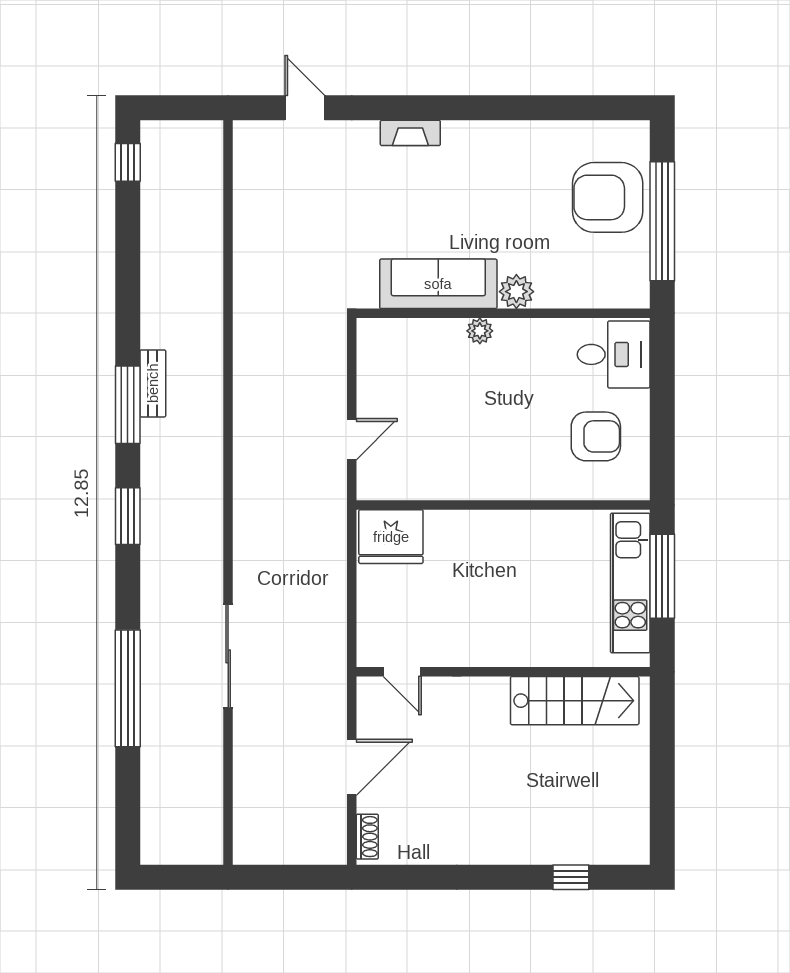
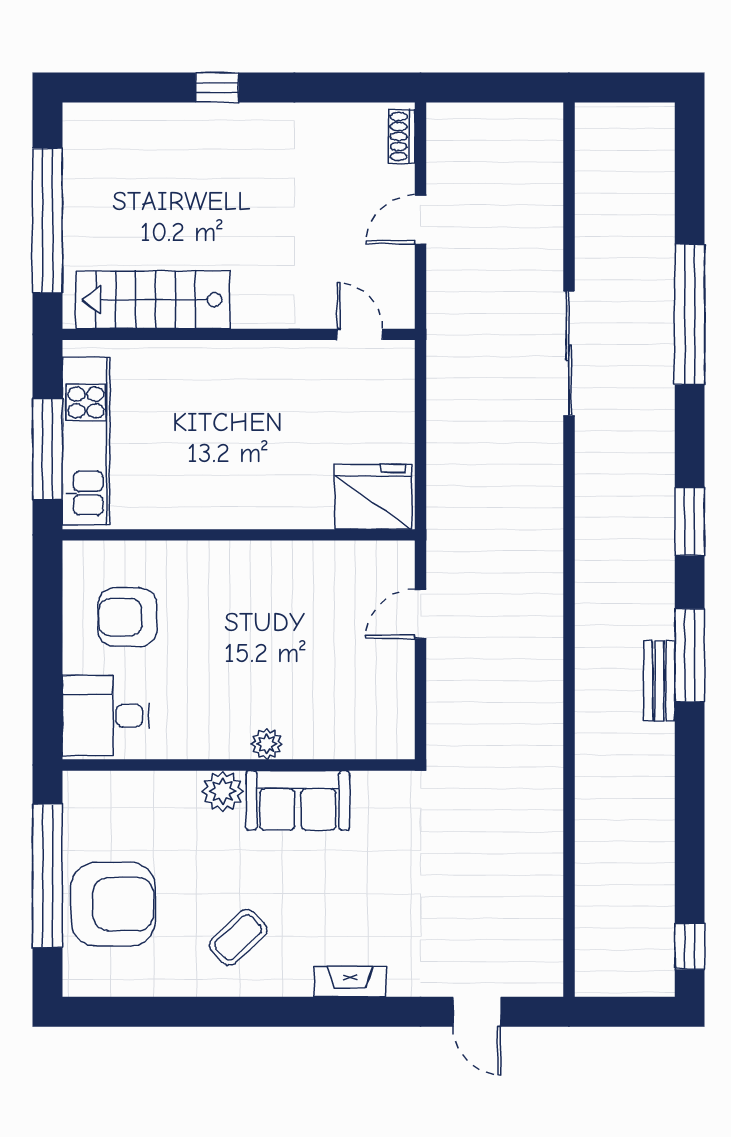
coffee table: (504, 170) -> (238, 937), added
sofa: (438, 284) -> (298, 800), width x0.73
door: (352, 767) -> (420, 220), width x0.73
window: (662, 767) -> (47, 221), added
window: (571, 877) -> (217, 88), moved

